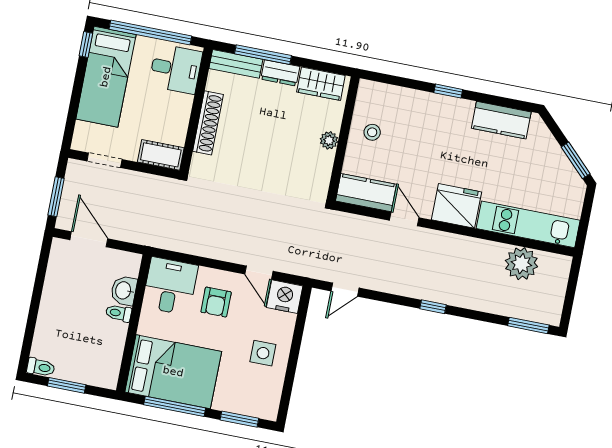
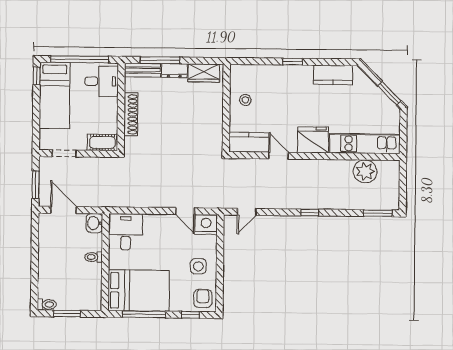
plant: (329, 140) -> (217, 111), removed
washbasin: (124, 291) -> (94, 223), moved
armchair: (216, 302) -> (203, 299), moved, turned 180
window: (239, 419) -> (190, 315), width x0.67

